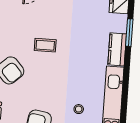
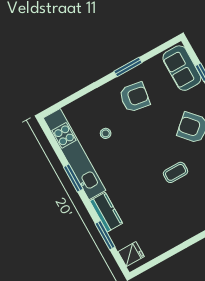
window: (125, 91) -> (73, 178), added

